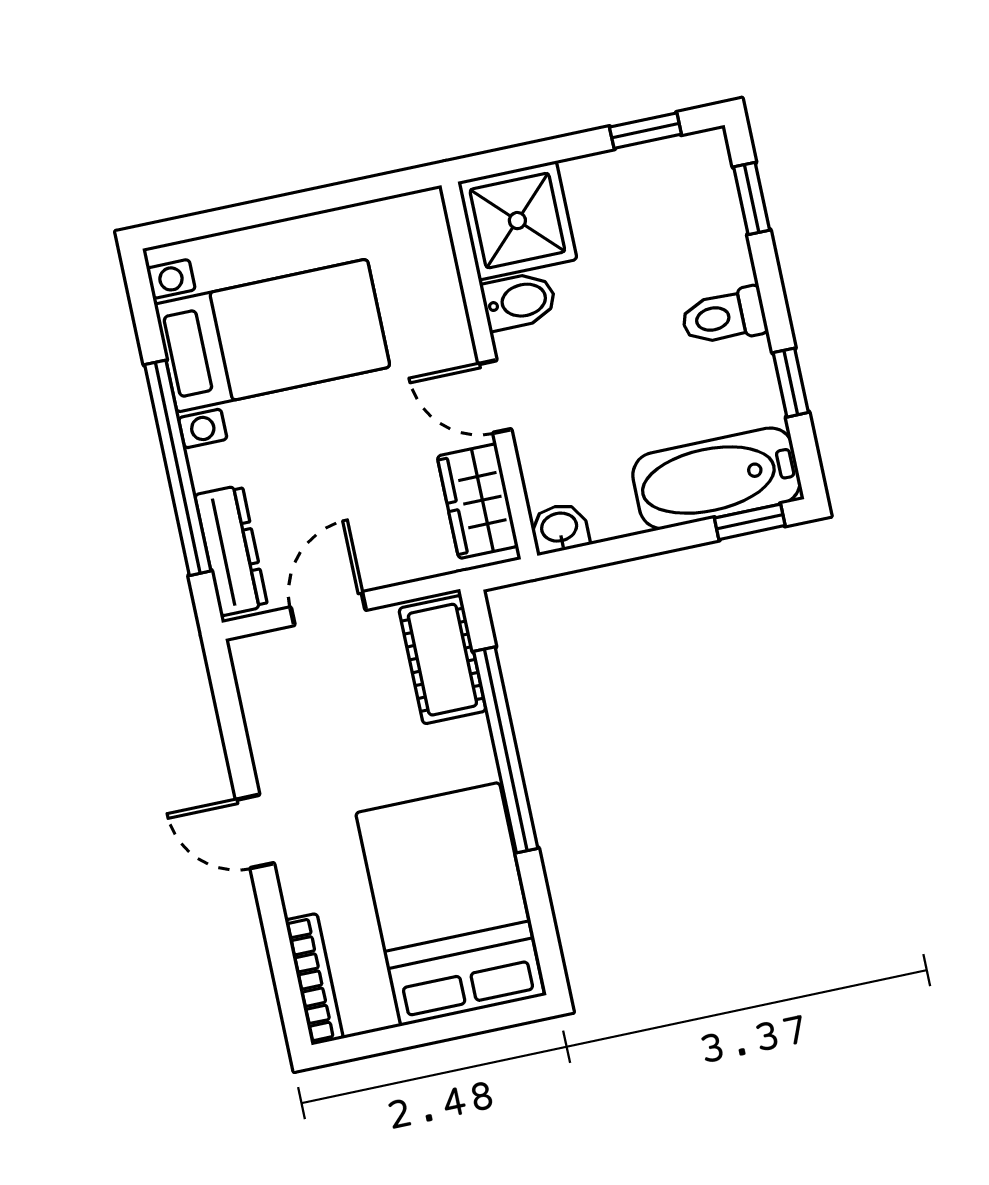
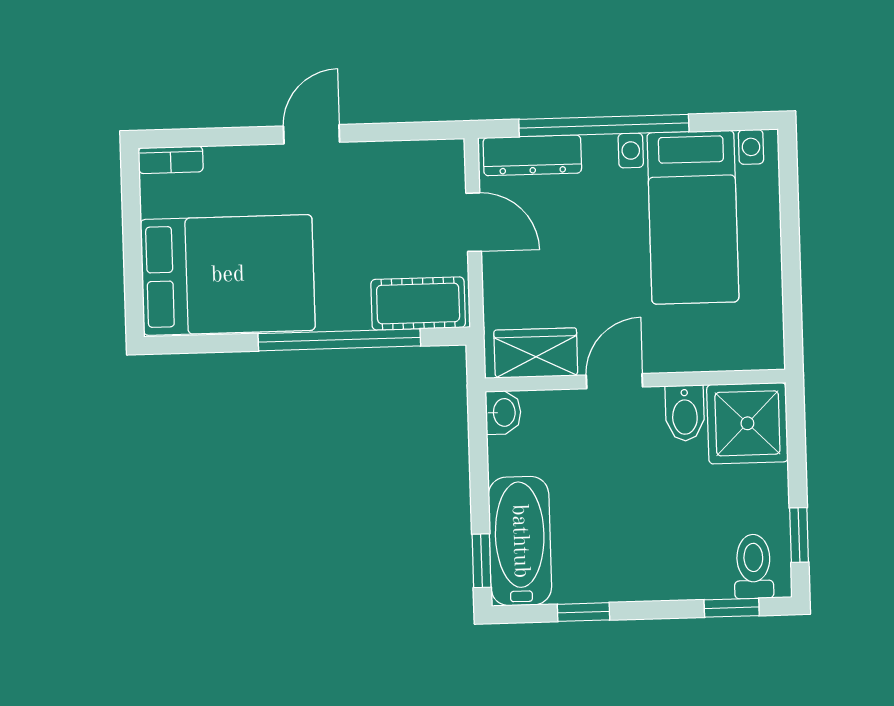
toilet: (724, 317) -> (754, 566), moved
bookcase: (314, 979) -> (171, 160), width x0.64

